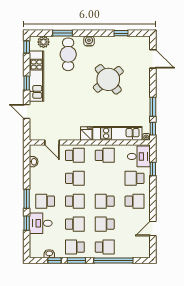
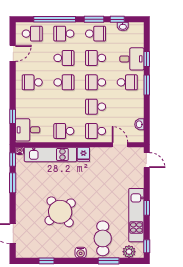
door: (27, 111) -> (147, 160), moved
school desk: (135, 178) -> (32, 34), moved

